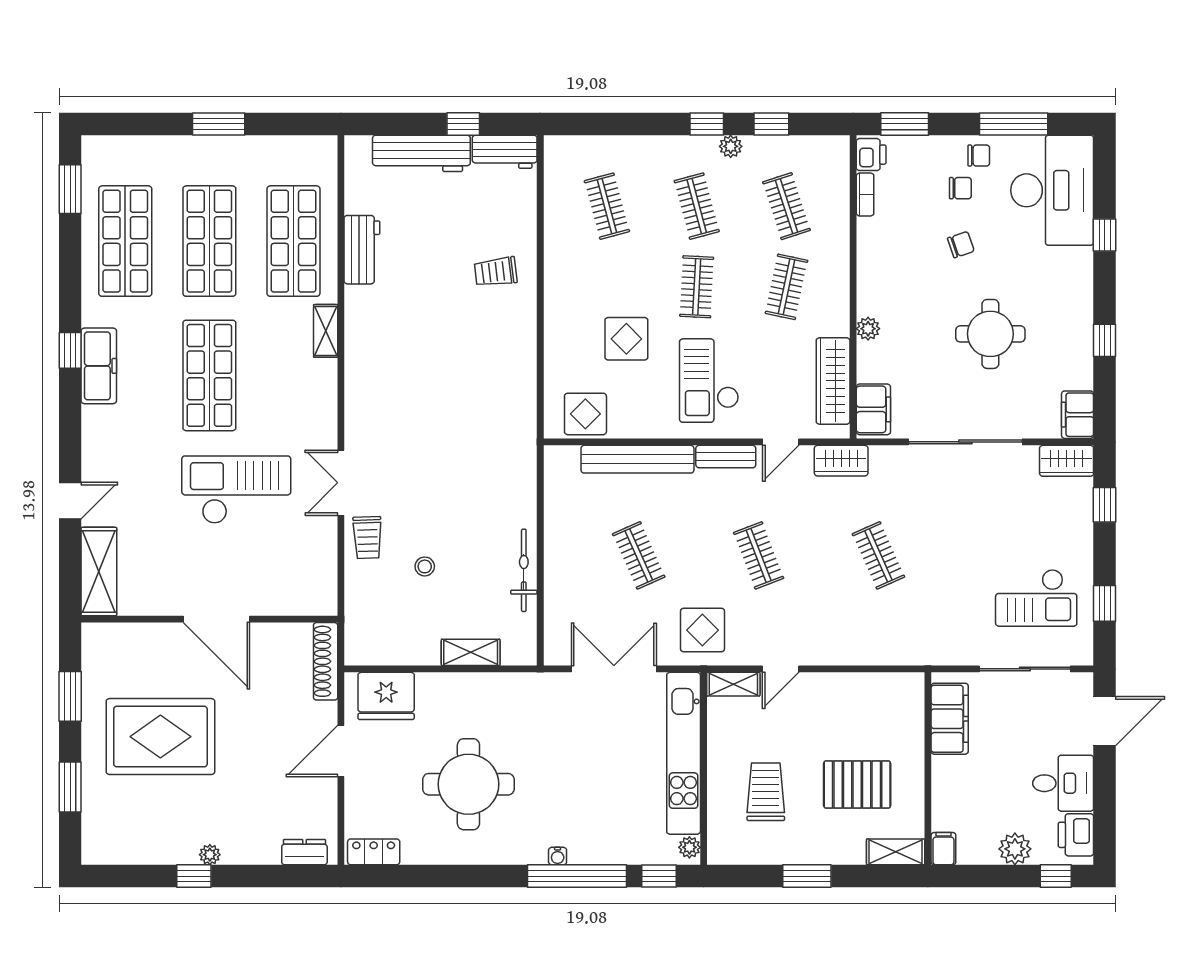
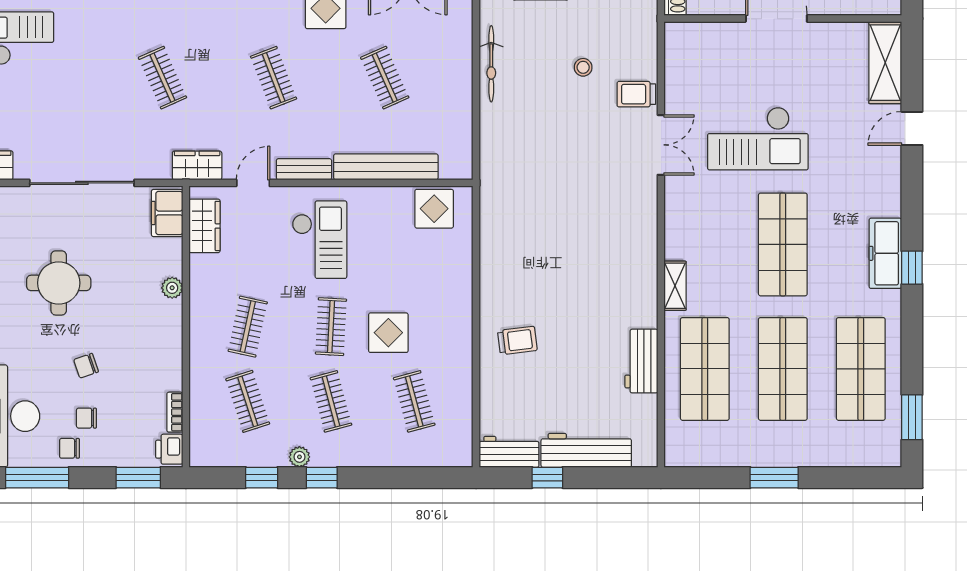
display table: (626, 339) -> (388, 333), moved
wardrobe: (833, 381) -> (205, 226), width x0.67
trolley: (367, 538) -> (636, 94), turned -88

